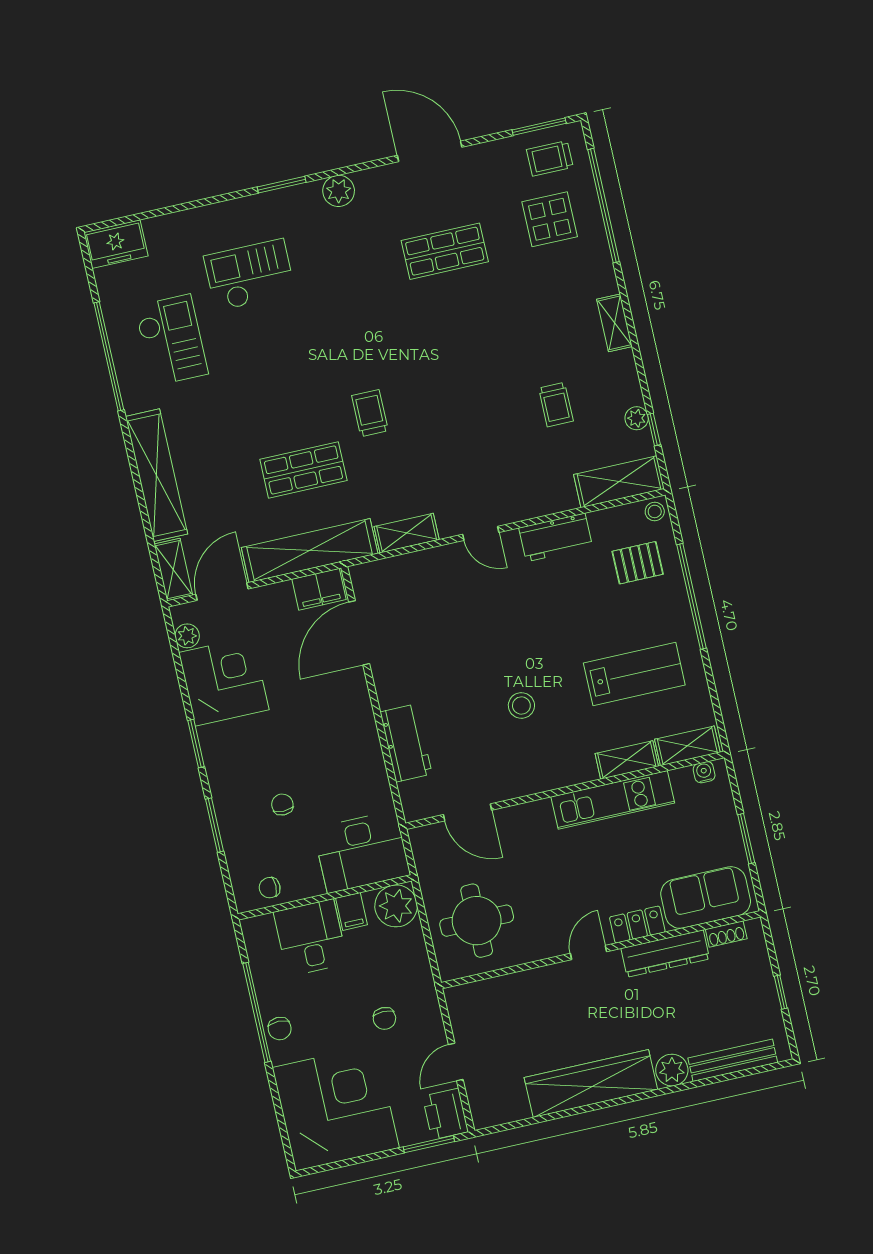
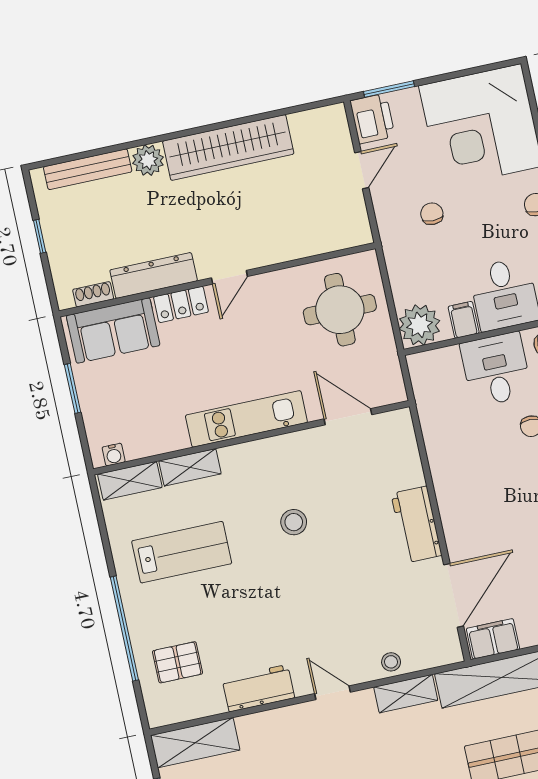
stool: (655, 511) -> (391, 662), moved
lab bench: (634, 674) -> (182, 552), turned 180
workbench: (406, 743) -> (417, 524), moved
kitchen unit: (613, 800) -> (246, 419), moved
desk: (362, 852) -> (496, 369), moved, width x0.73

